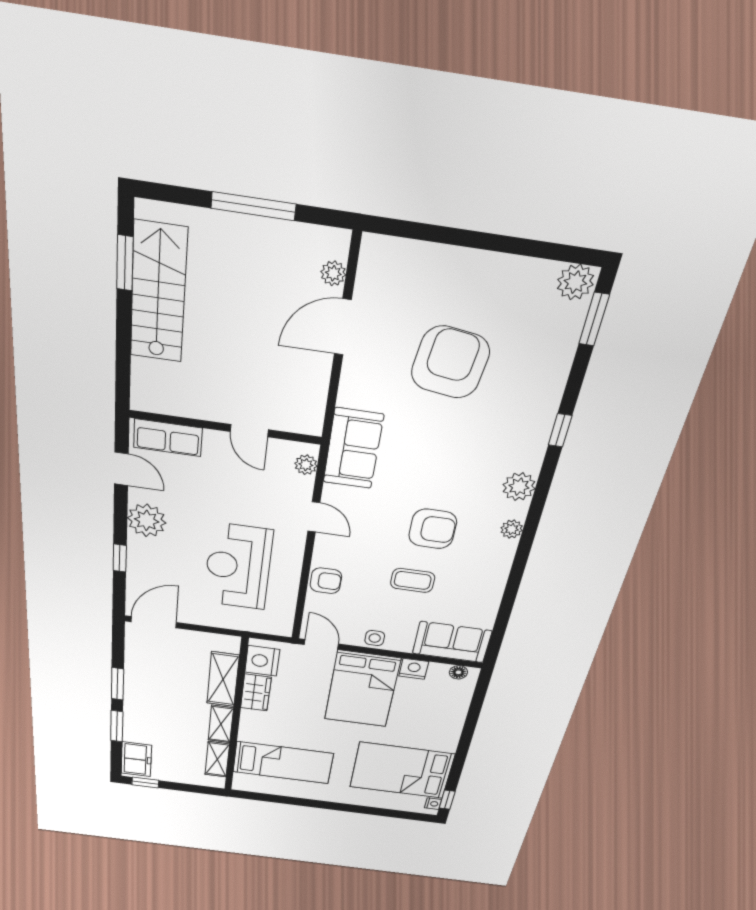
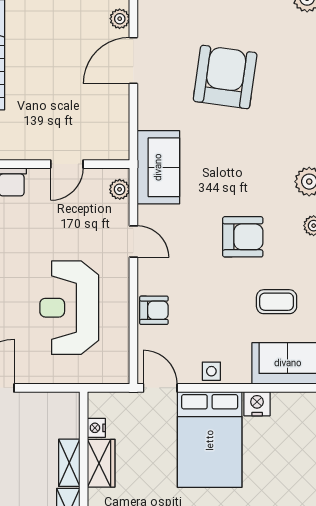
door: (249, 431) -> (67, 164), hinge flipped
coffee table: (413, 580) -> (277, 302), moved
nightstand: (262, 661) -> (96, 428), width x0.53, depth x0.56
floor lamp: (458, 672) -> (302, 401), removed
shelving: (223, 679) -> (69, 463), width x0.67, depth x0.75

